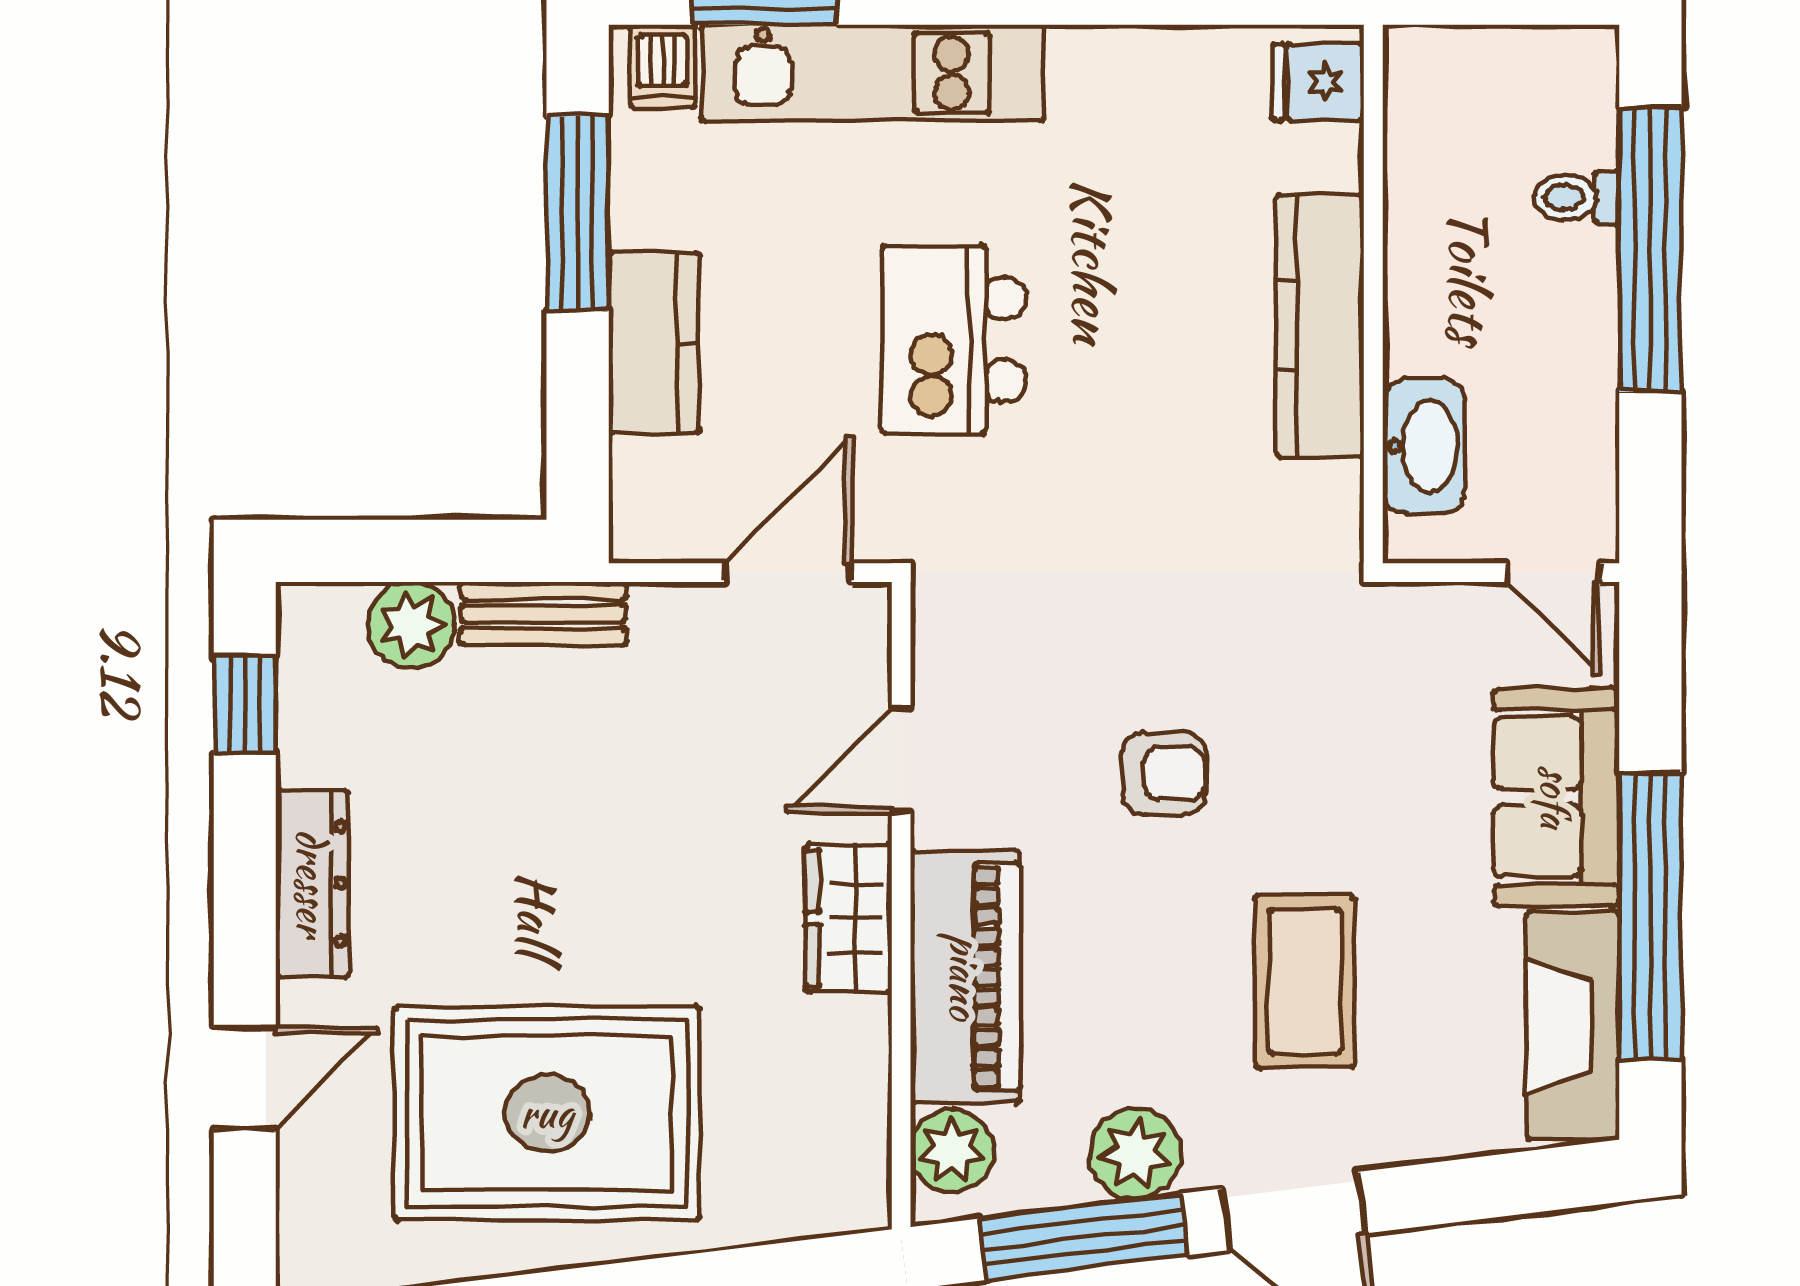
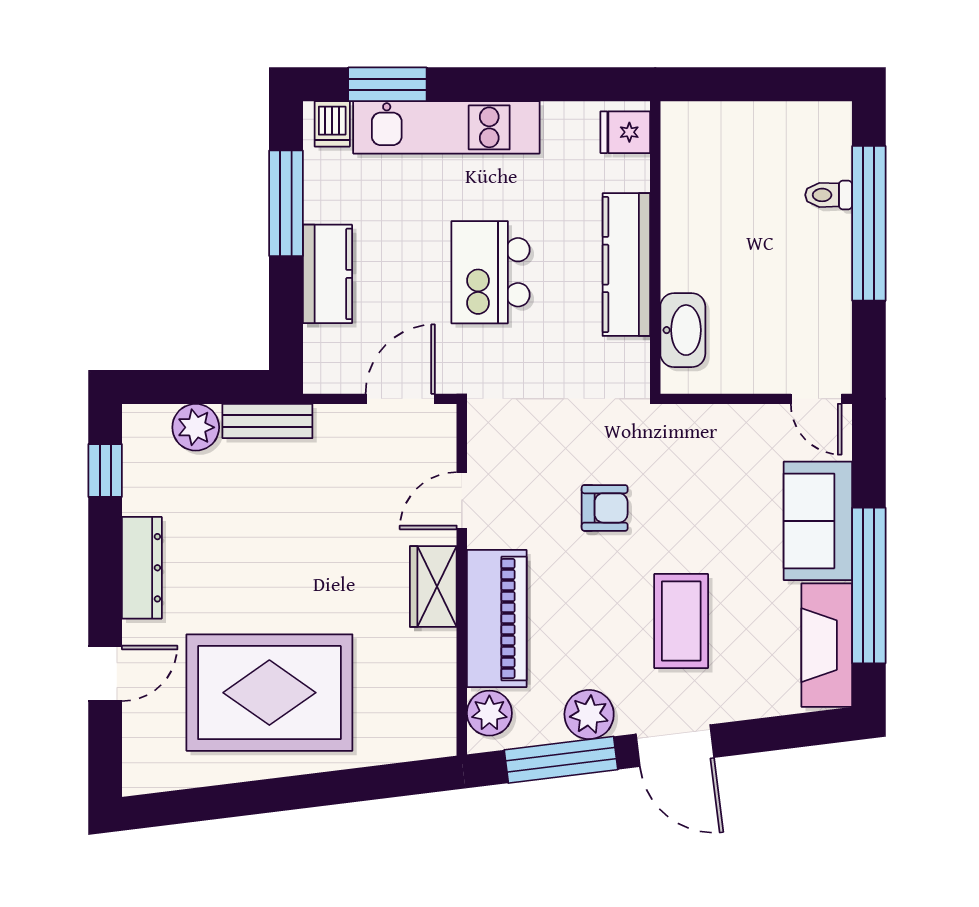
fridge: (1318, 82) -> (625, 132), moved
wall: (1373, 294) -> (655, 247), moved
kitchen counter: (1320, 325) -> (626, 265), moved
washbasin: (1424, 446) -> (683, 330), moved

